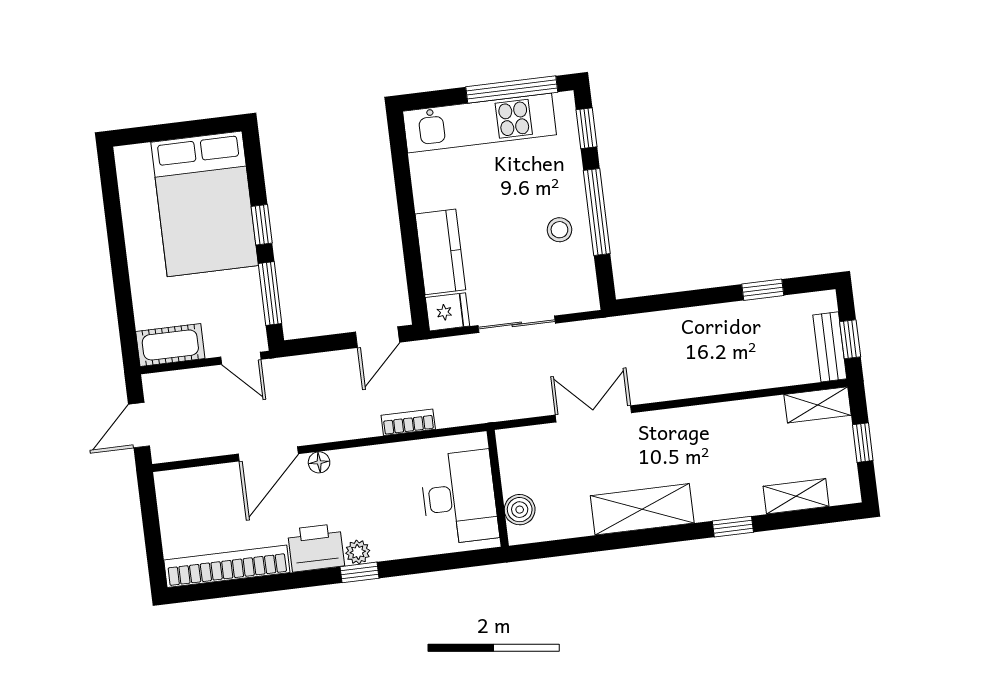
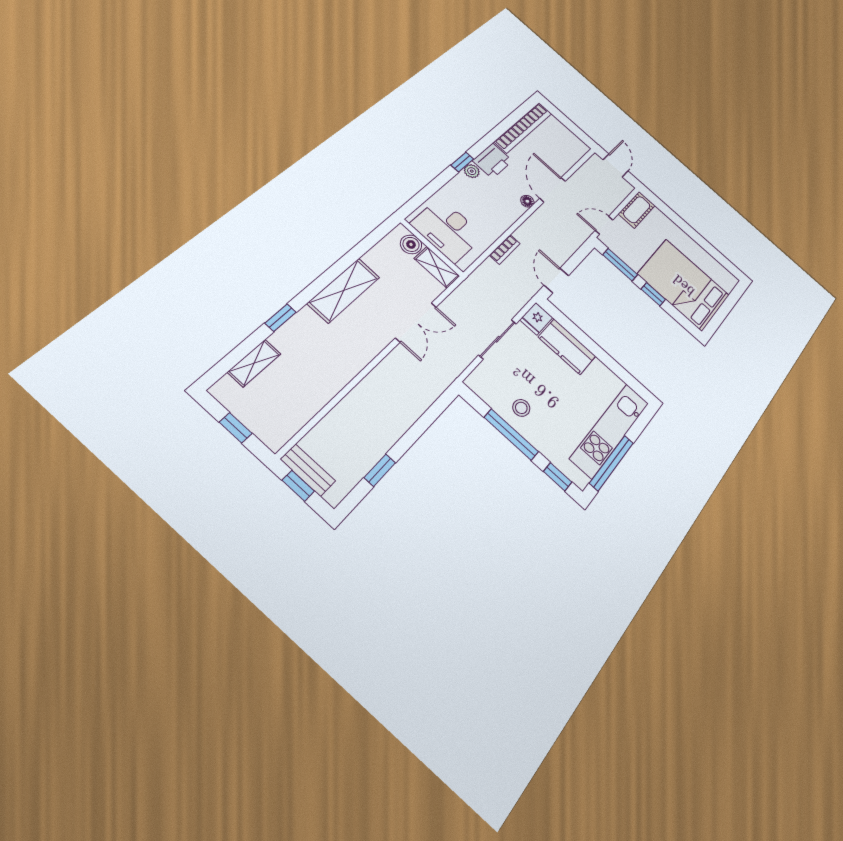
shelving: (818, 405) -> (437, 267), moved, turned 90

